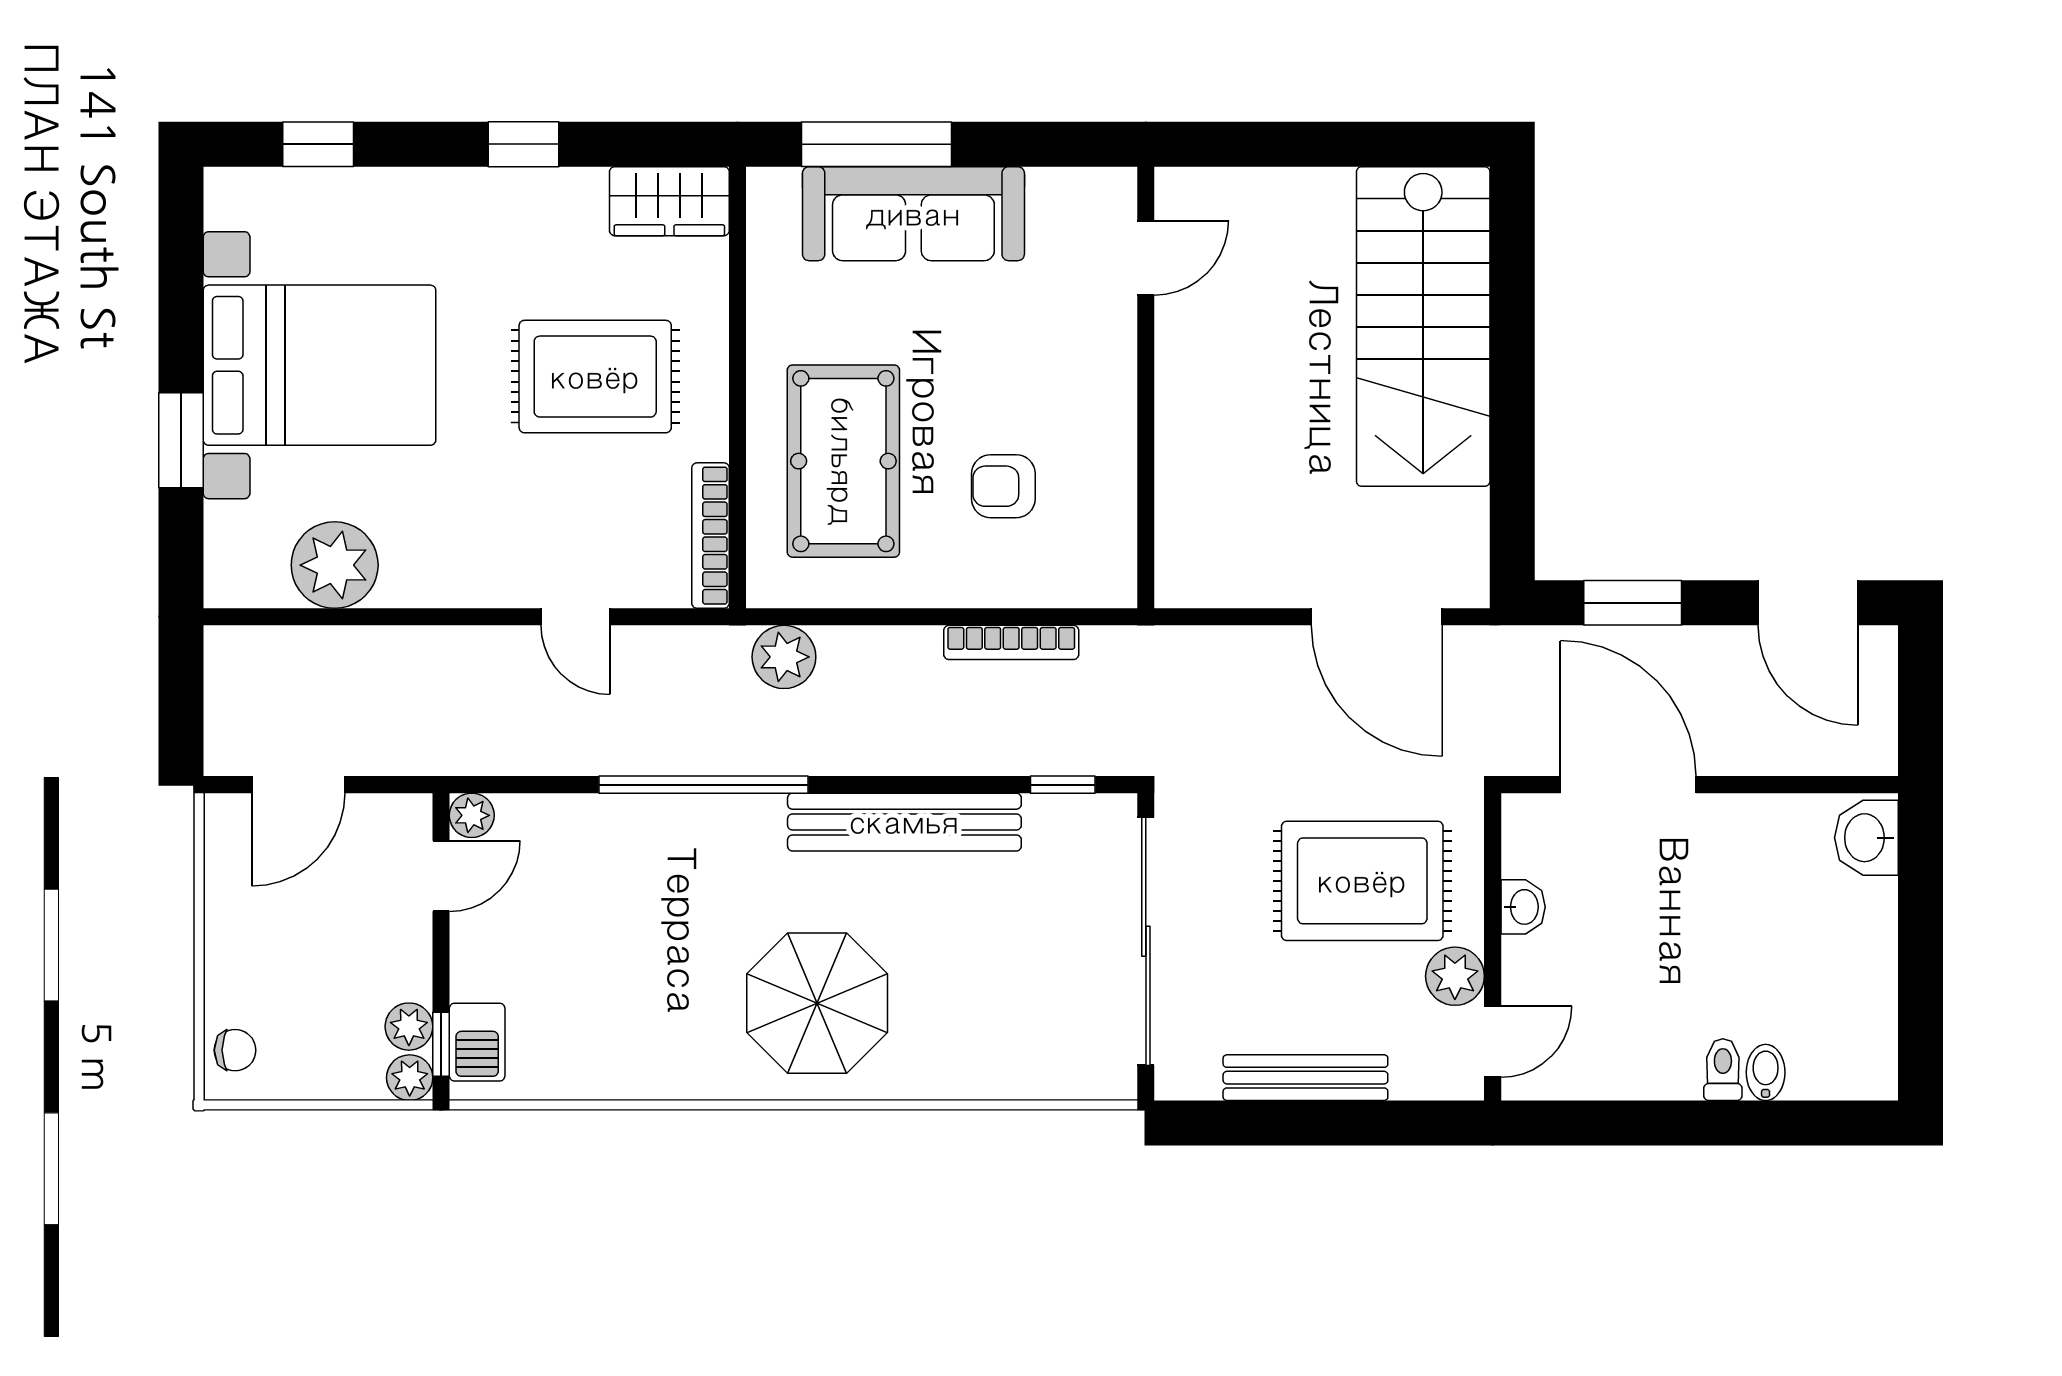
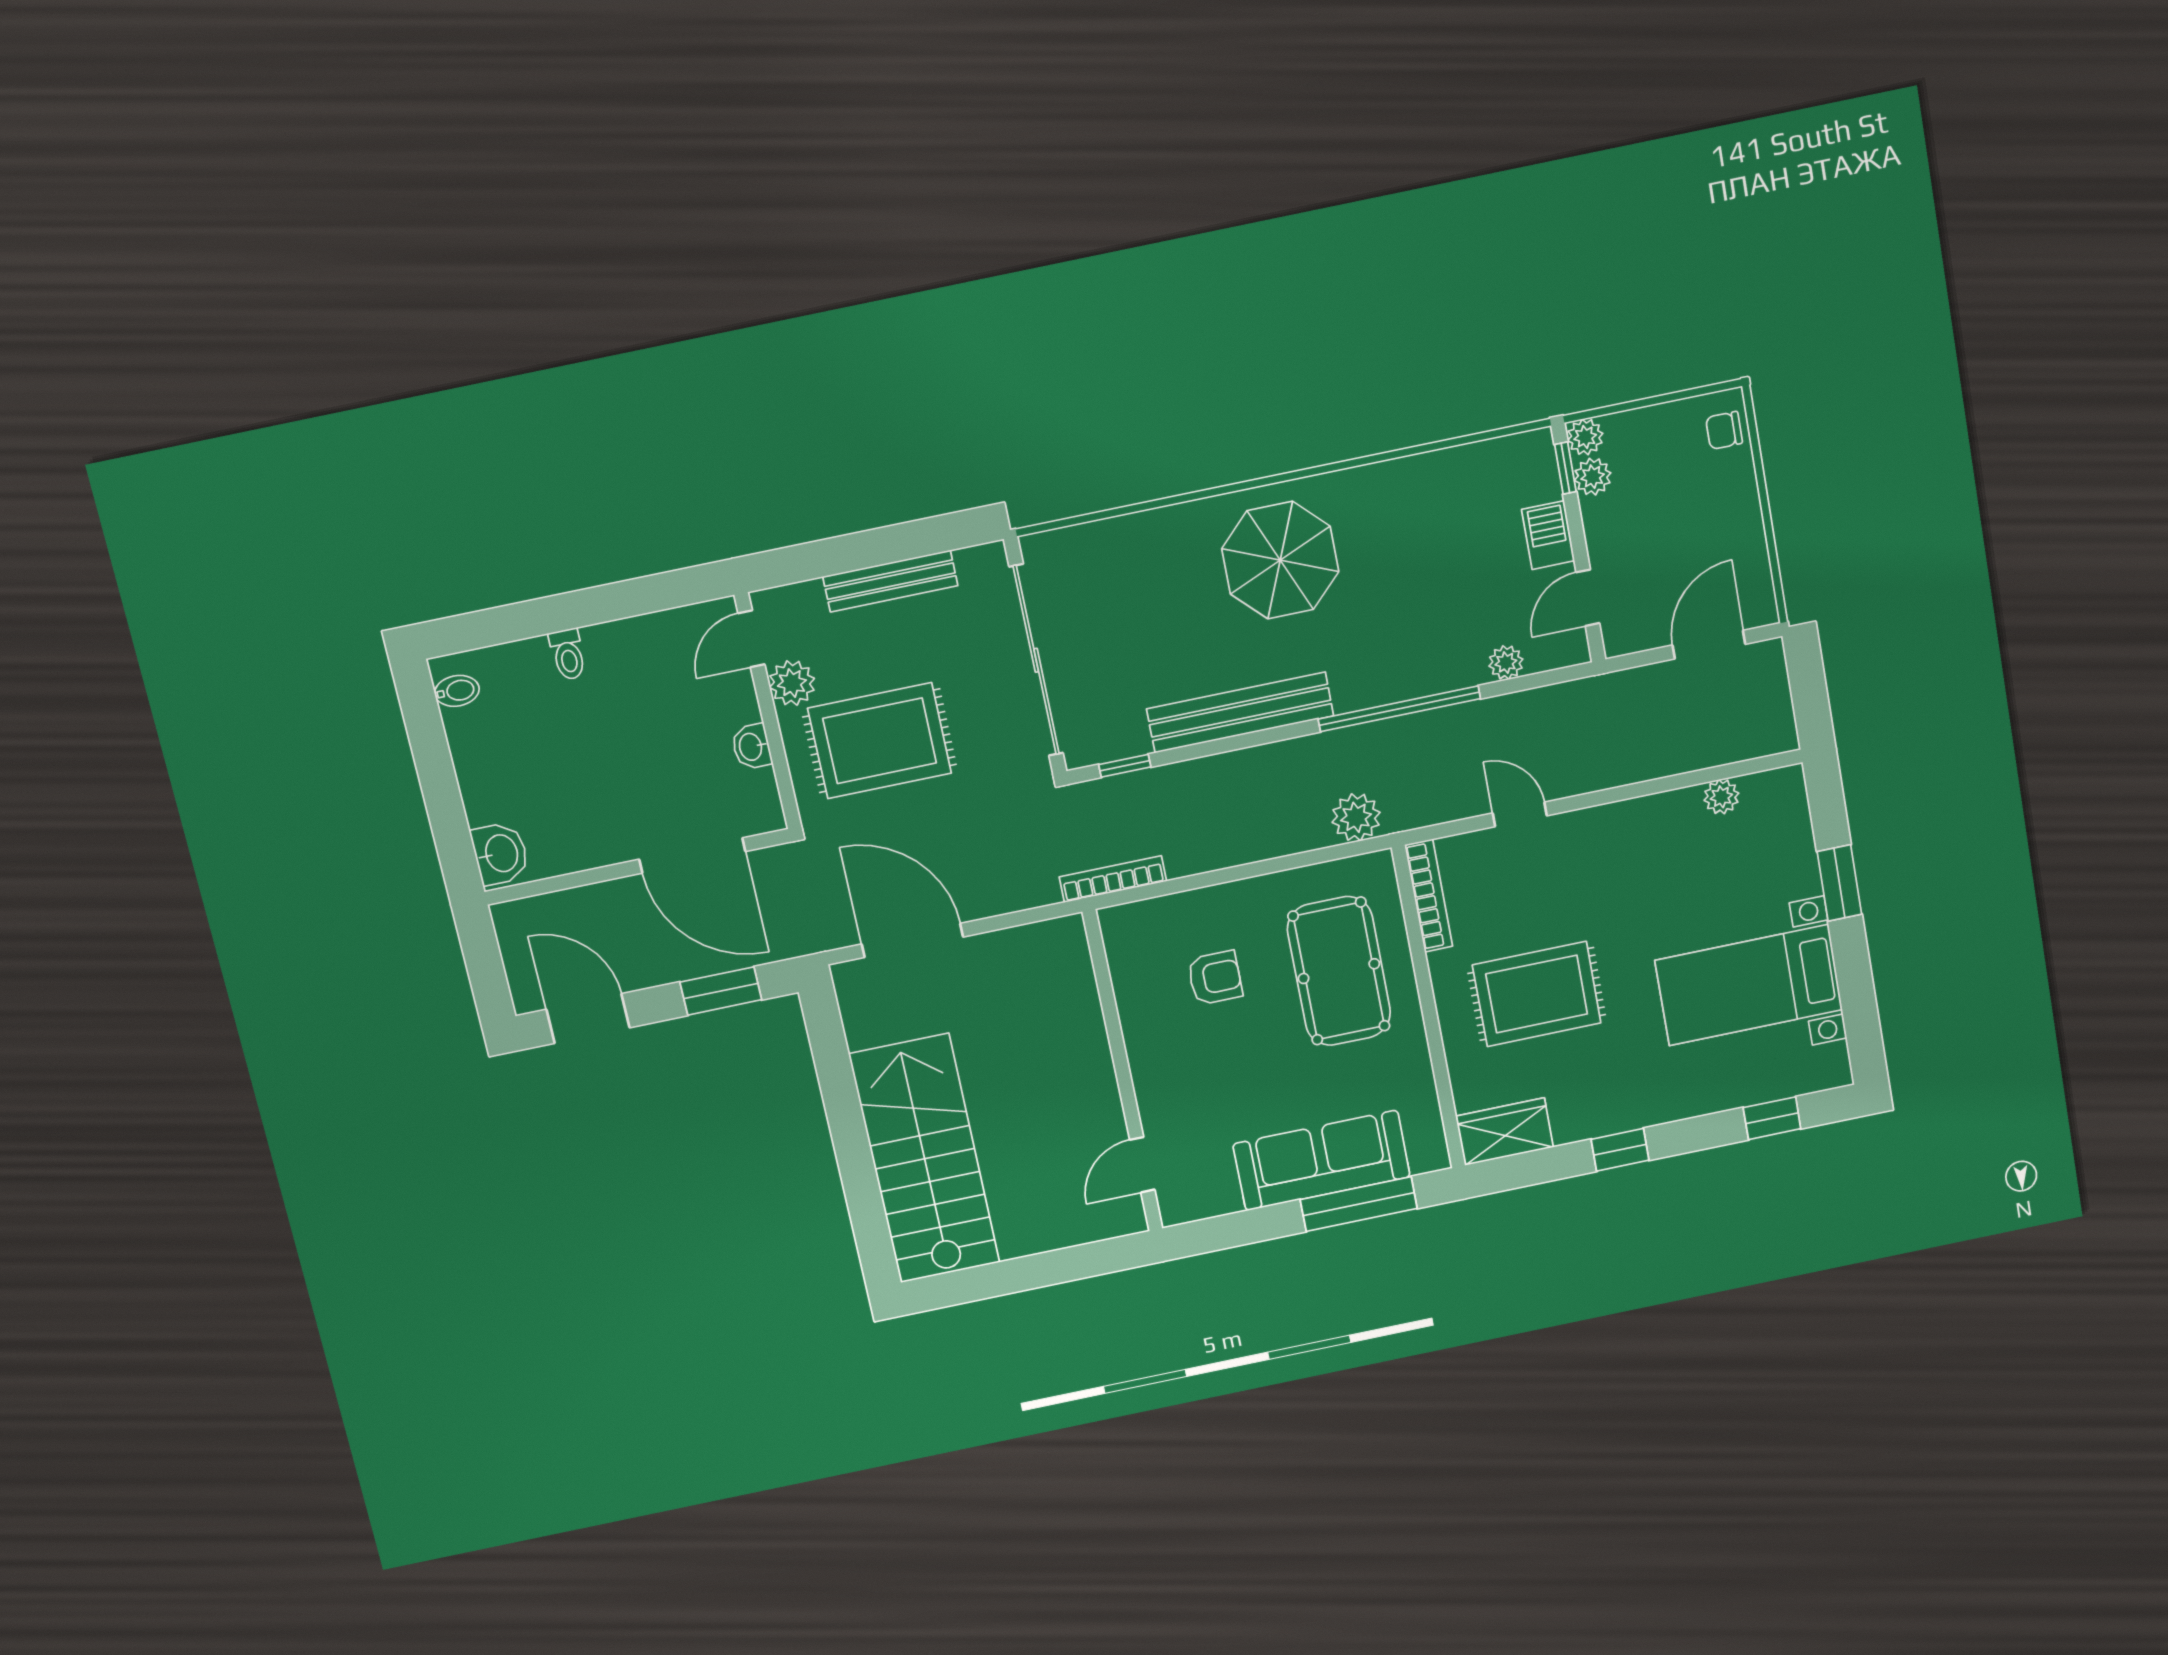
bed with nightstands: (319, 365) -> (1749, 985), width x0.73
plant: (335, 565) -> (1721, 797), width x0.53, depth x0.53
bookcase: (1011, 642) -> (1113, 879), moved
plant: (472, 815) -> (1506, 663), moved
barbecue: (477, 1042) -> (1548, 535), moved
bidet: (1766, 1072) -> (457, 691), moved, turned -90

